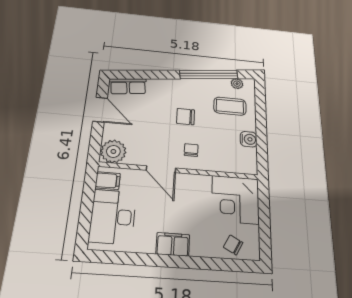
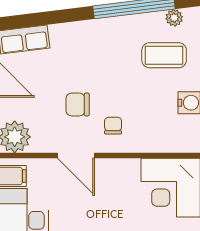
chair: (186, 117) -> (78, 104), moved

